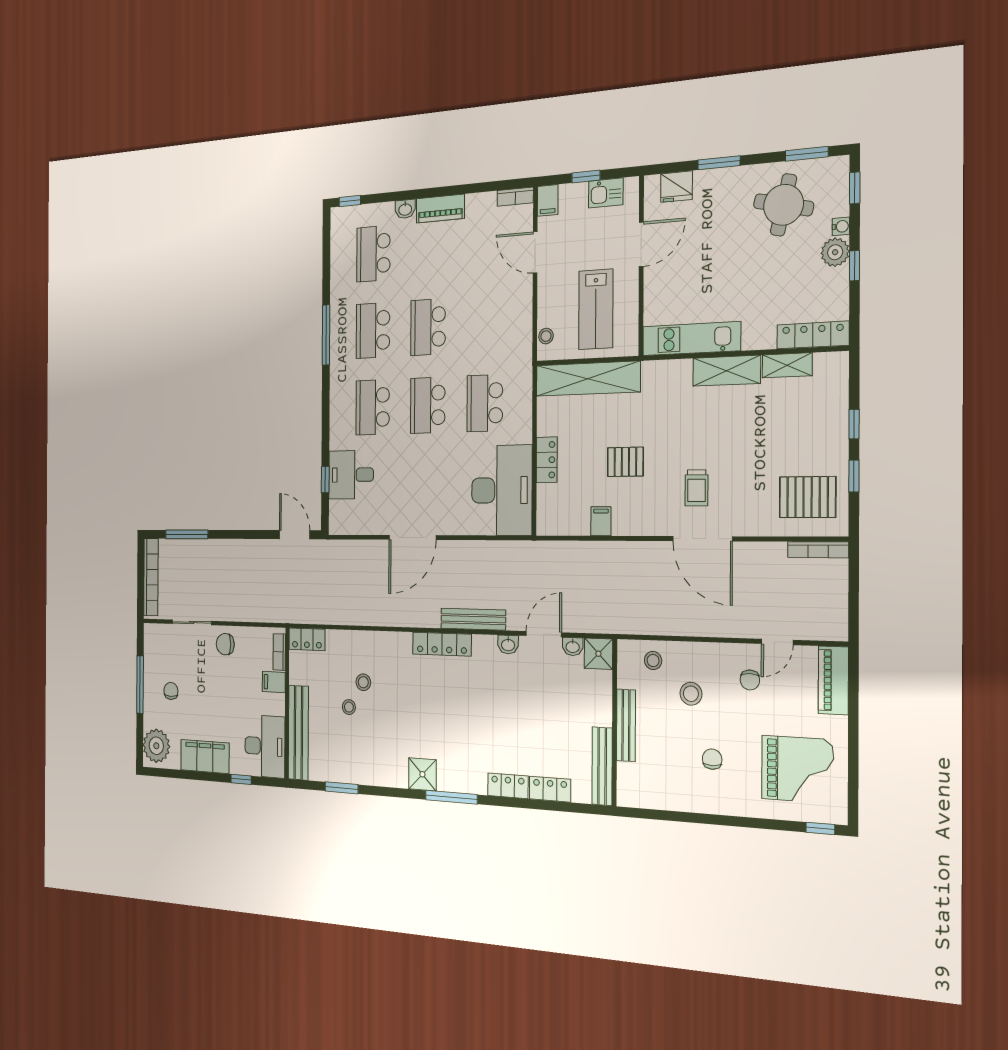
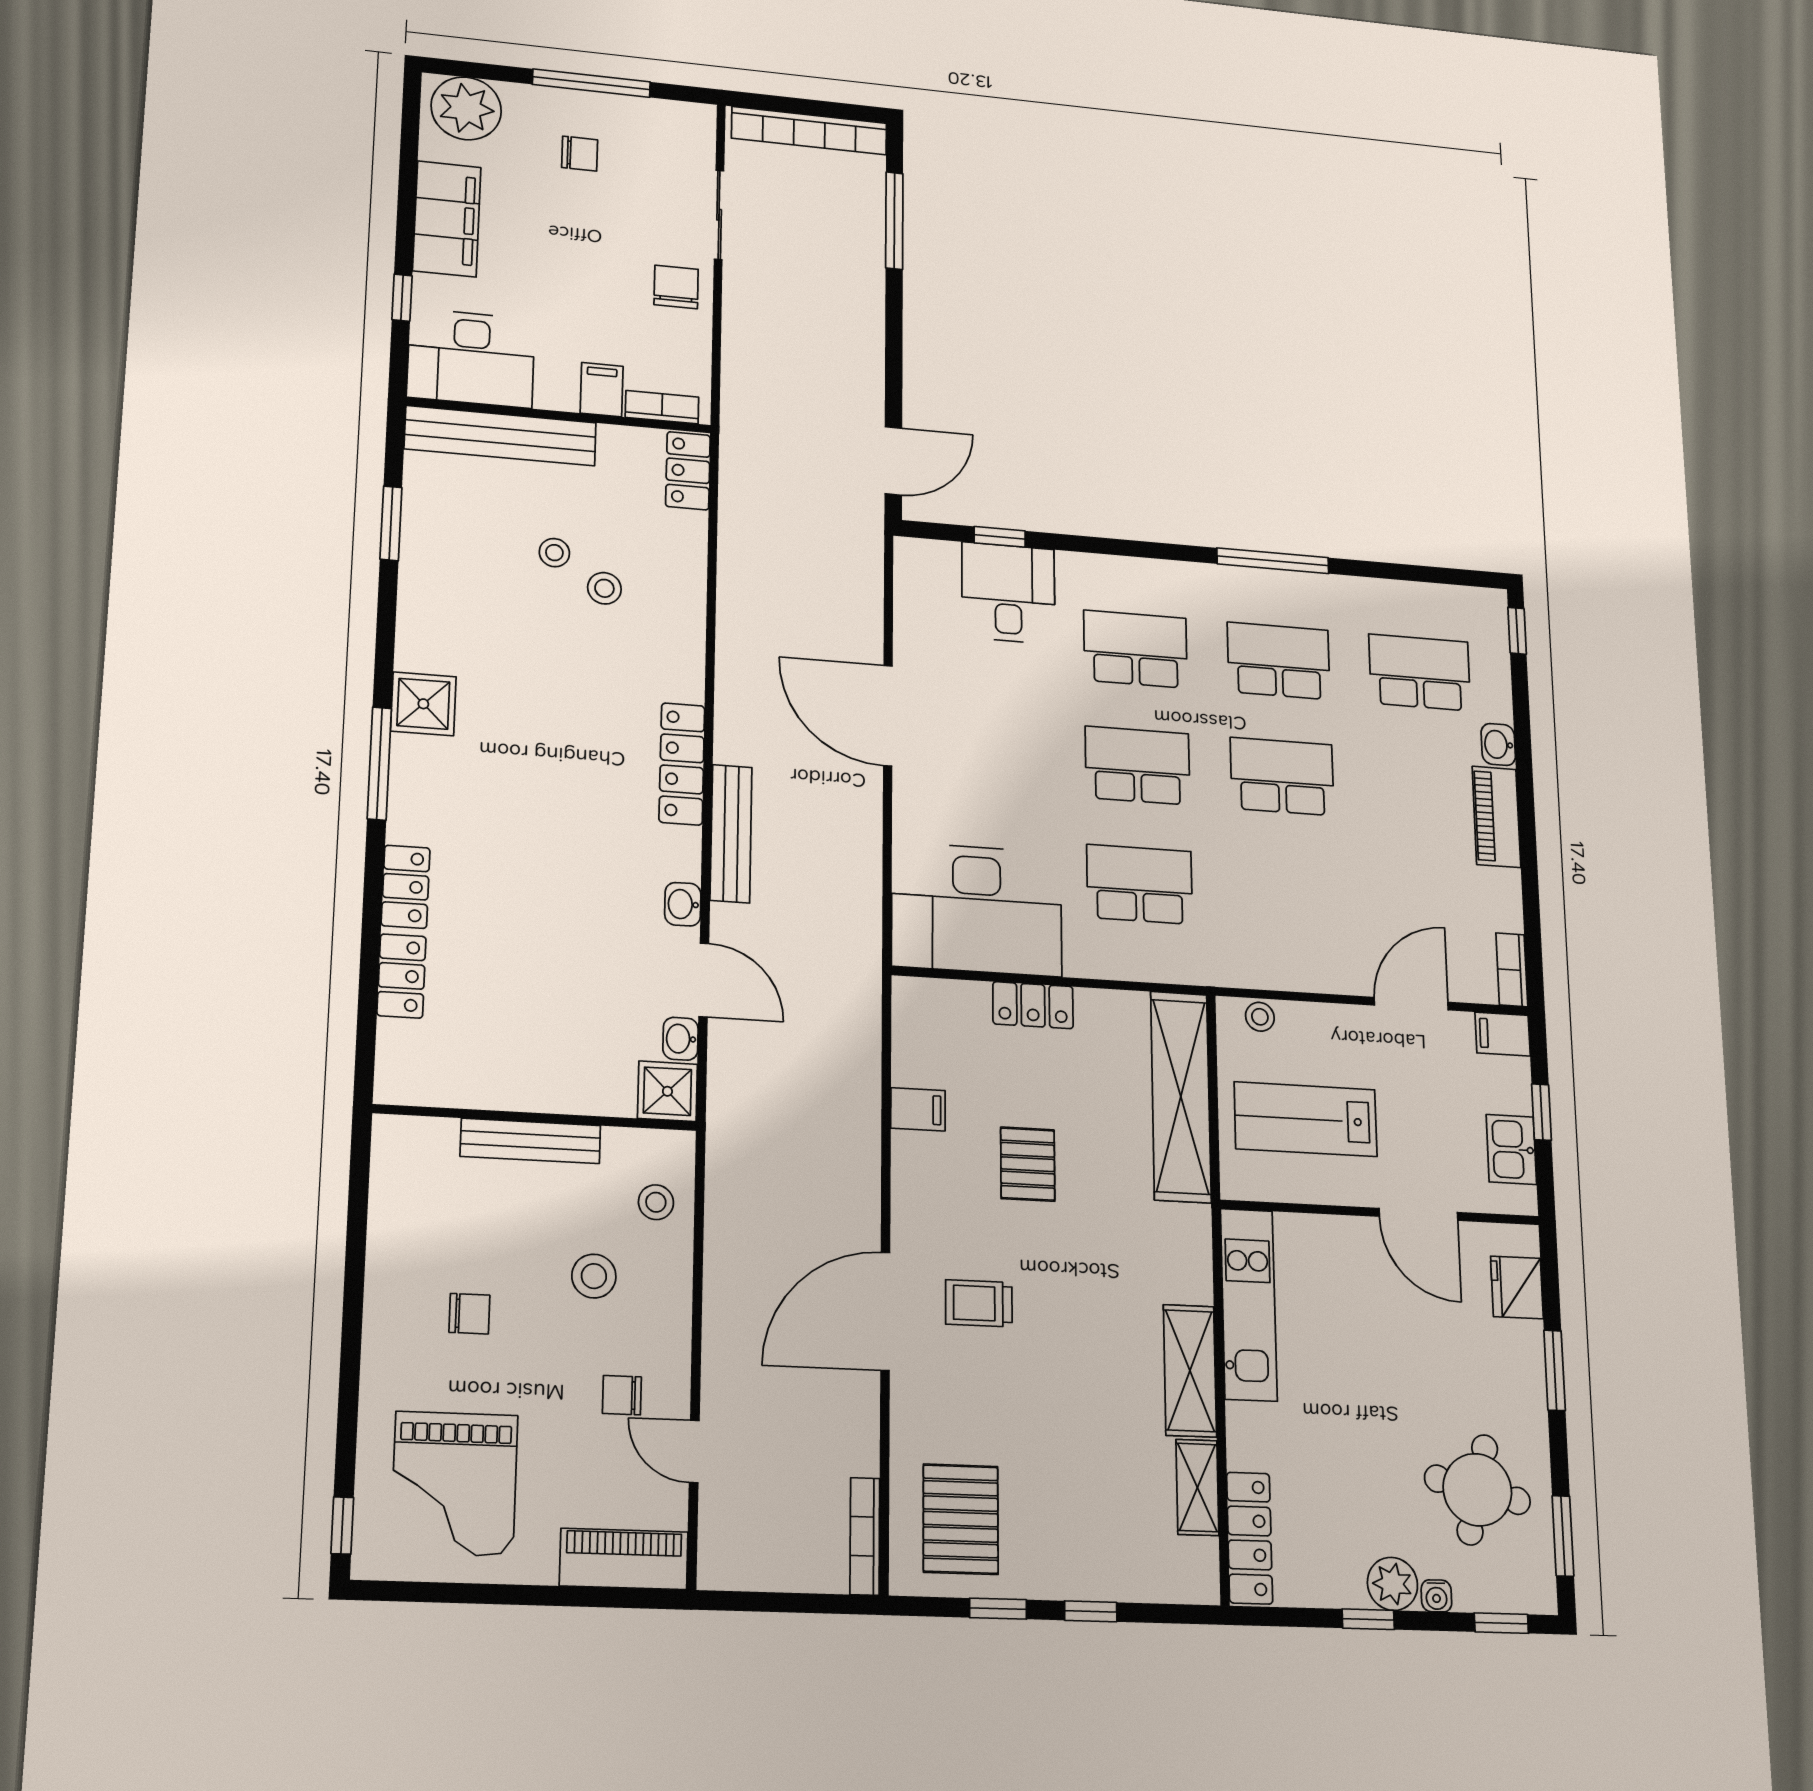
bench: (602, 766) -> (450, 1088), removed

